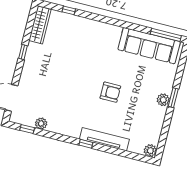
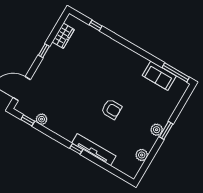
wardrobe: (40, 25) -> (63, 36), width x0.67
sofa: (149, 46) -> (159, 76), width x0.54, depth x0.79
plant: (150, 151) -> (142, 155), moved

